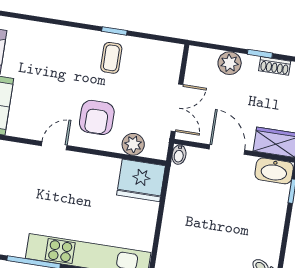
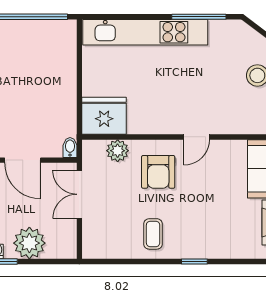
window: (114, 31) -> (194, 261), moved
plant: (230, 63) -> (29, 243), width x1.36, depth x1.36
armchair: (97, 117) -> (158, 172), turned 180

